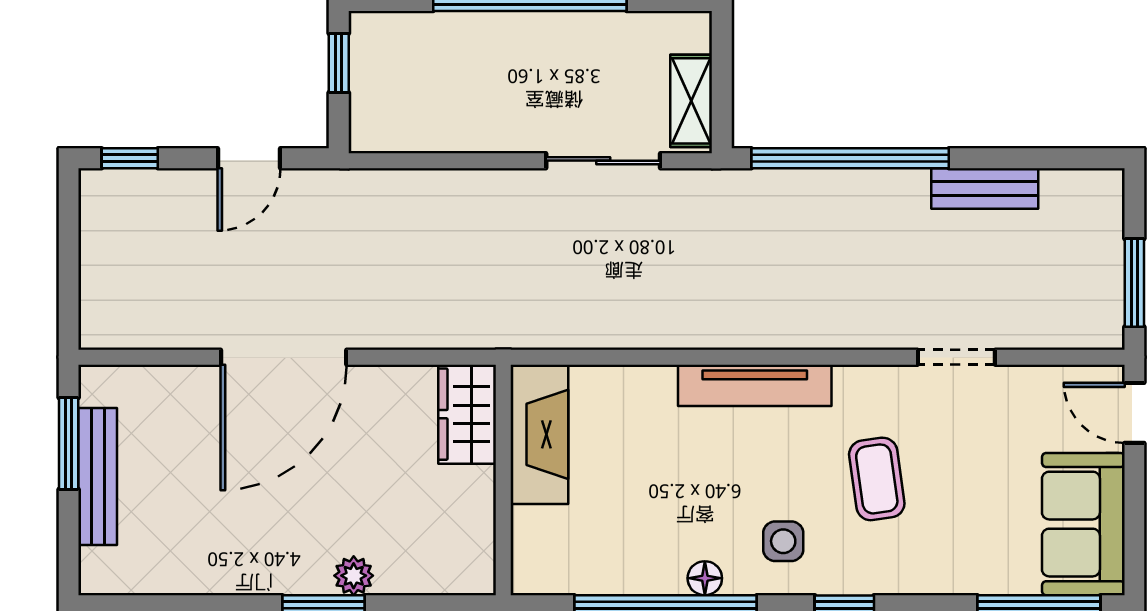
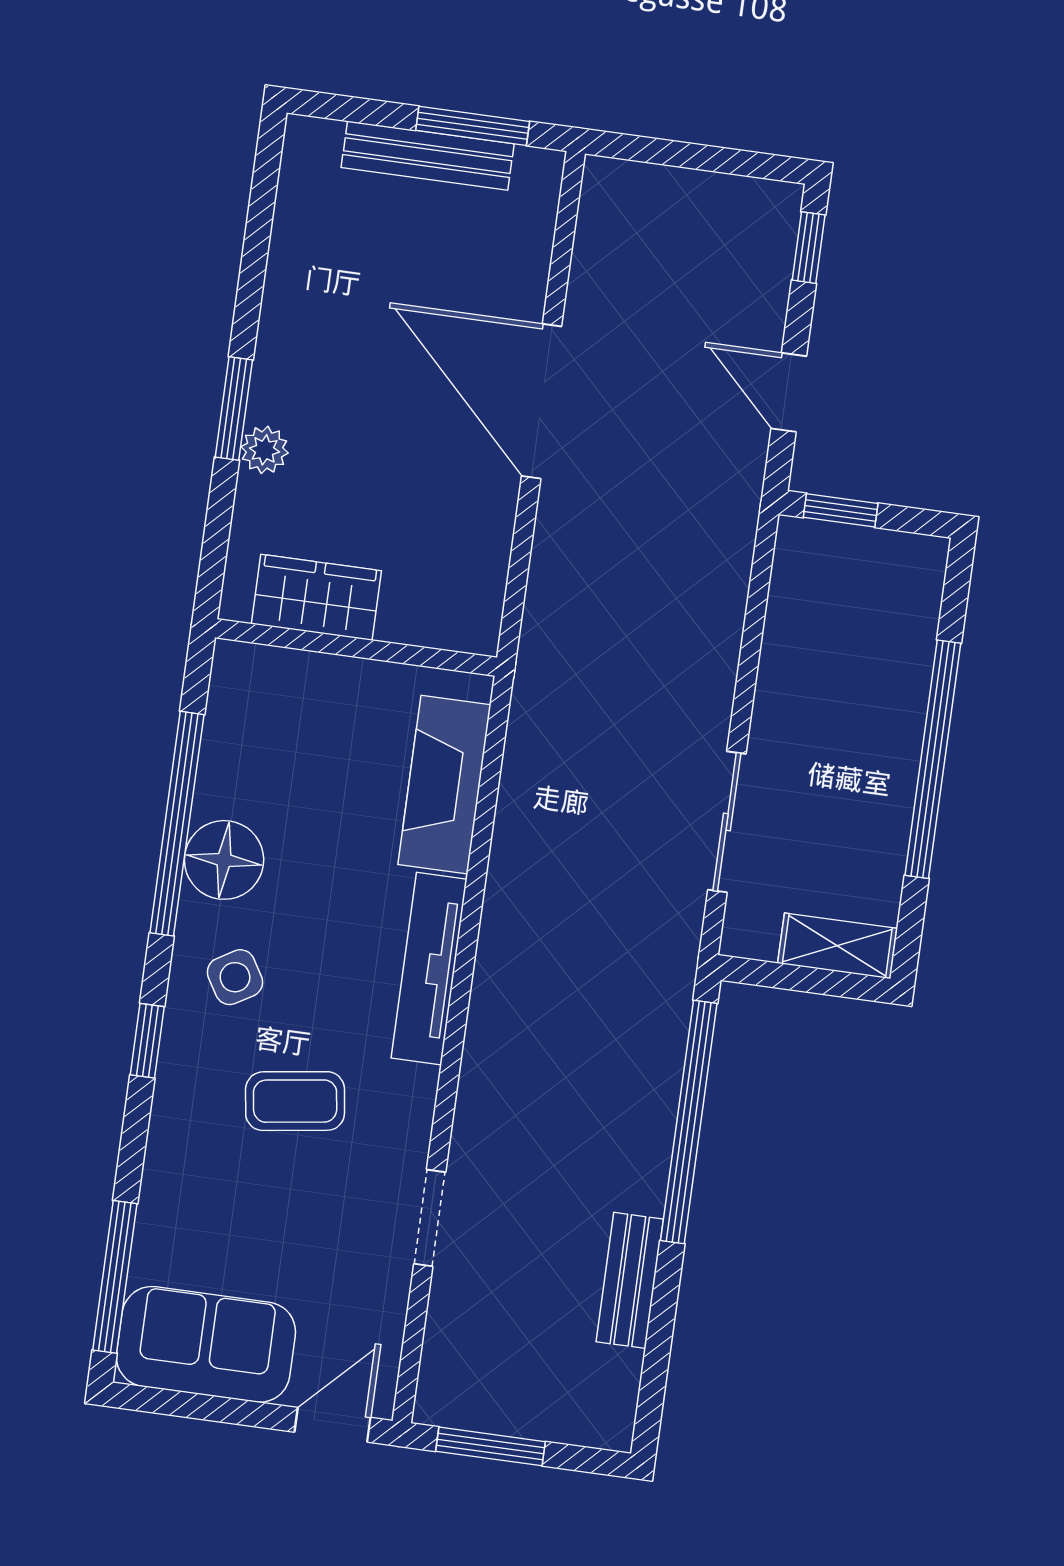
window: (339, 63) -> (841, 510), moved
shelving: (691, 101) -> (837, 946), moved
wardrobe: (467, 414) -> (316, 597), moved
fireplace: (539, 434) -> (444, 785), moved, turned 90
side table: (783, 541) -> (235, 977), turned -31
floor lamp: (705, 578) -> (224, 860), width x1.89, depth x1.89

